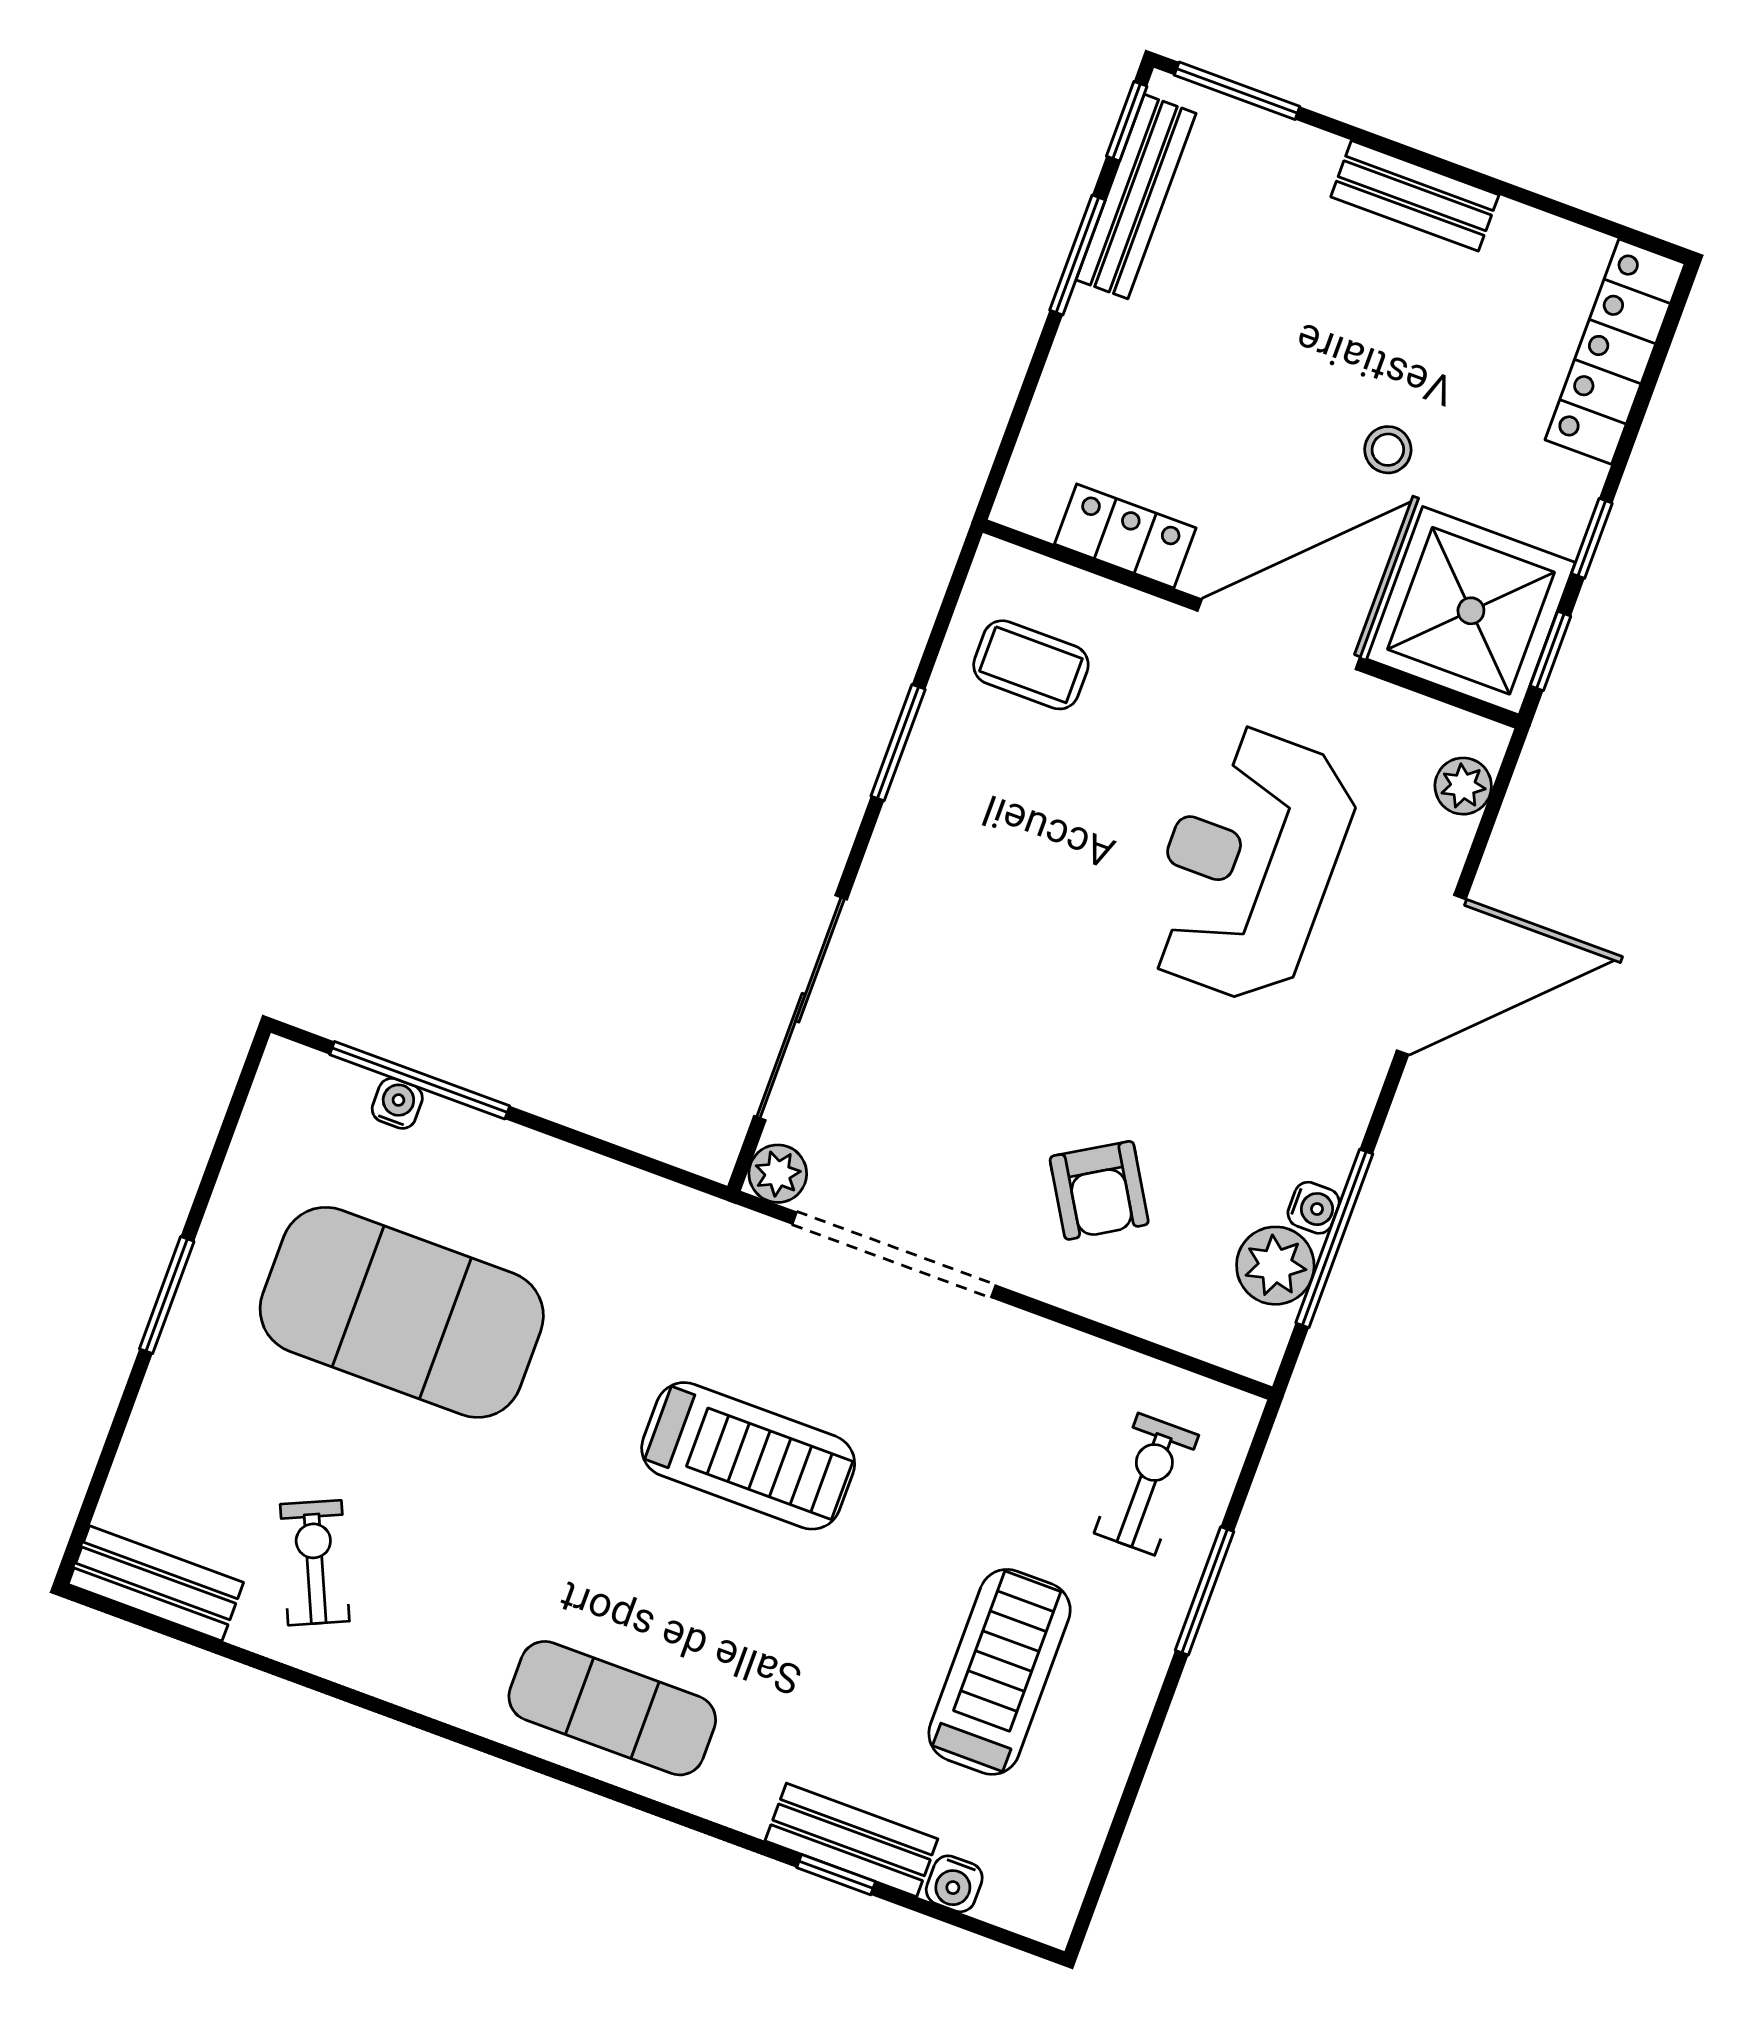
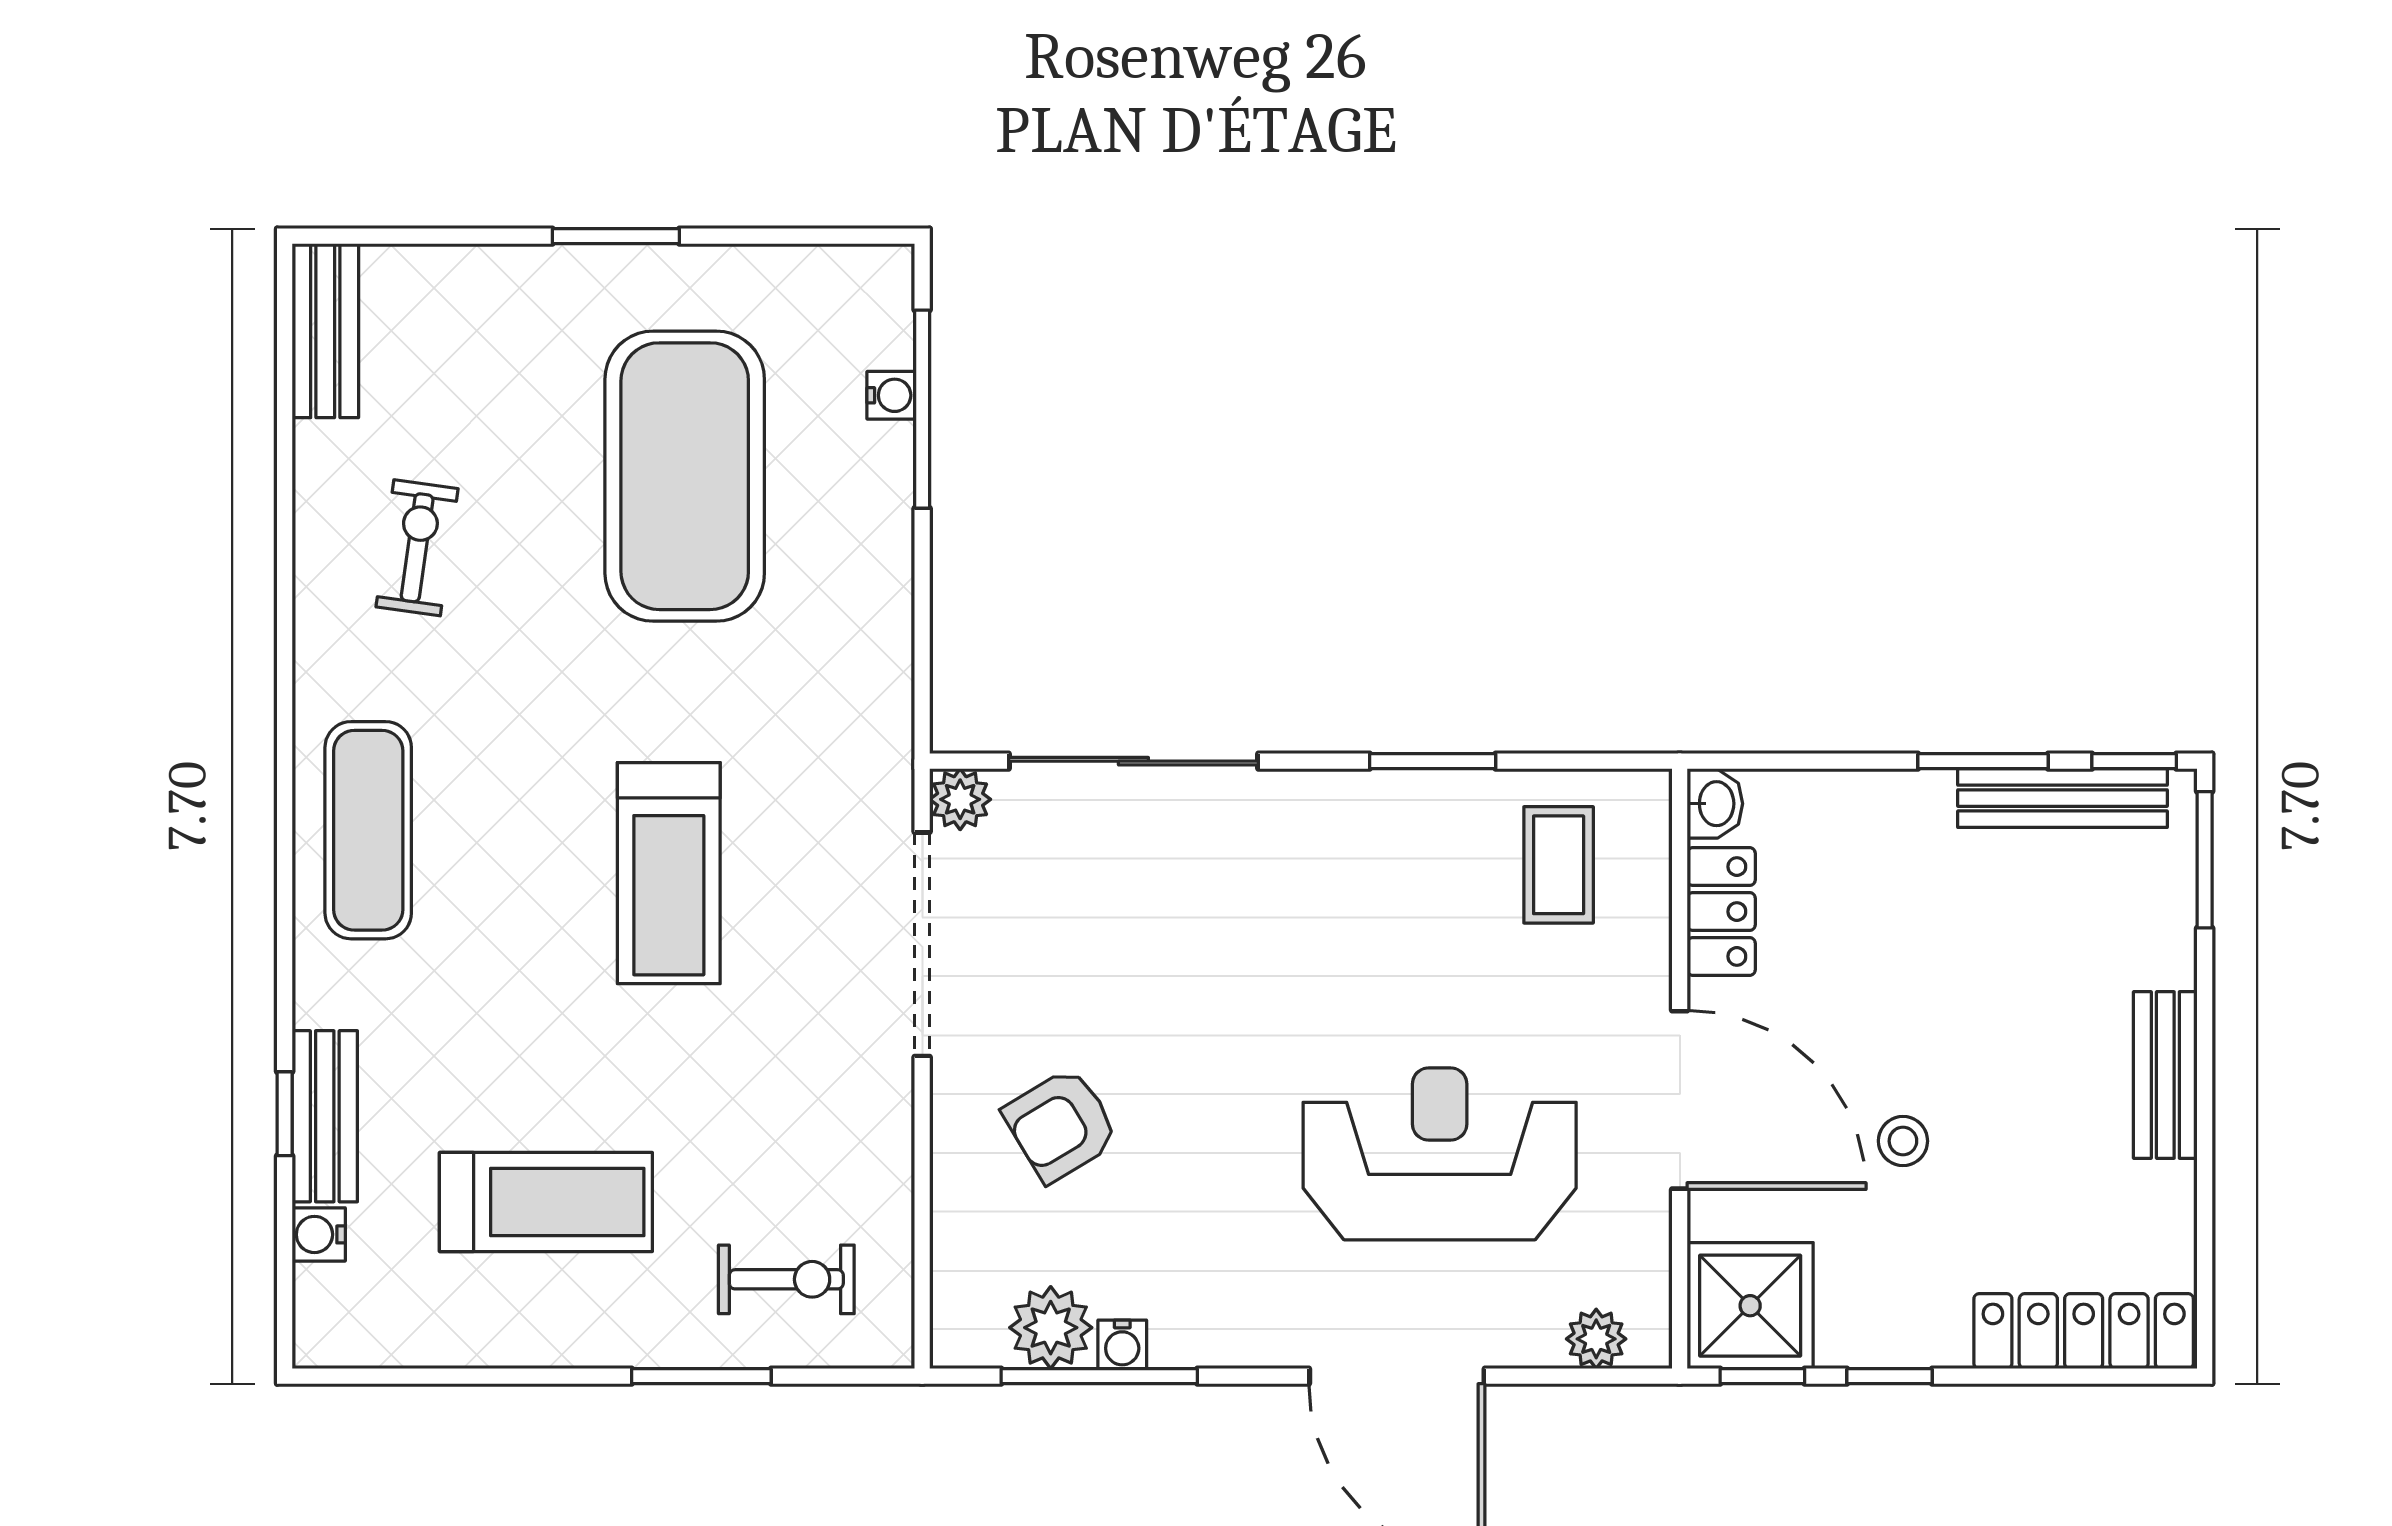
washbasin: (1028, 506) -> (1715, 804), added
shower: (1471, 611) -> (1750, 1306), width x0.73, depth x0.73
exercise bike: (315, 1563) -> (417, 548), moved, turned -58

